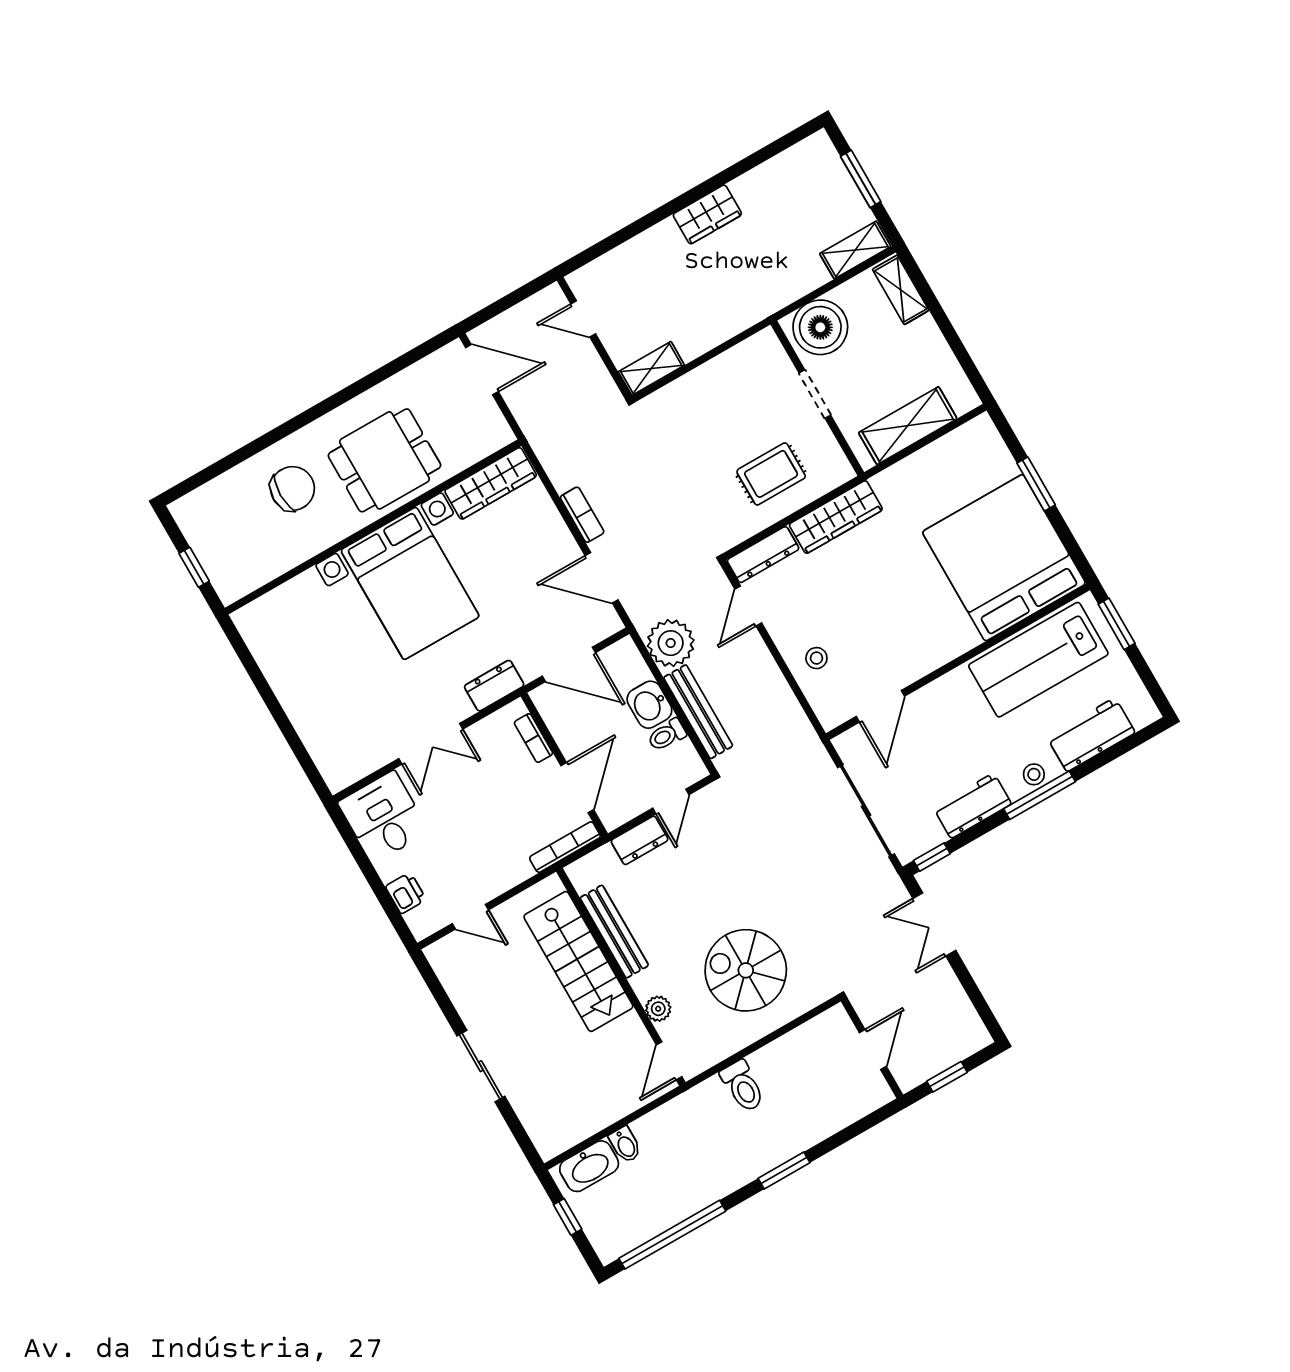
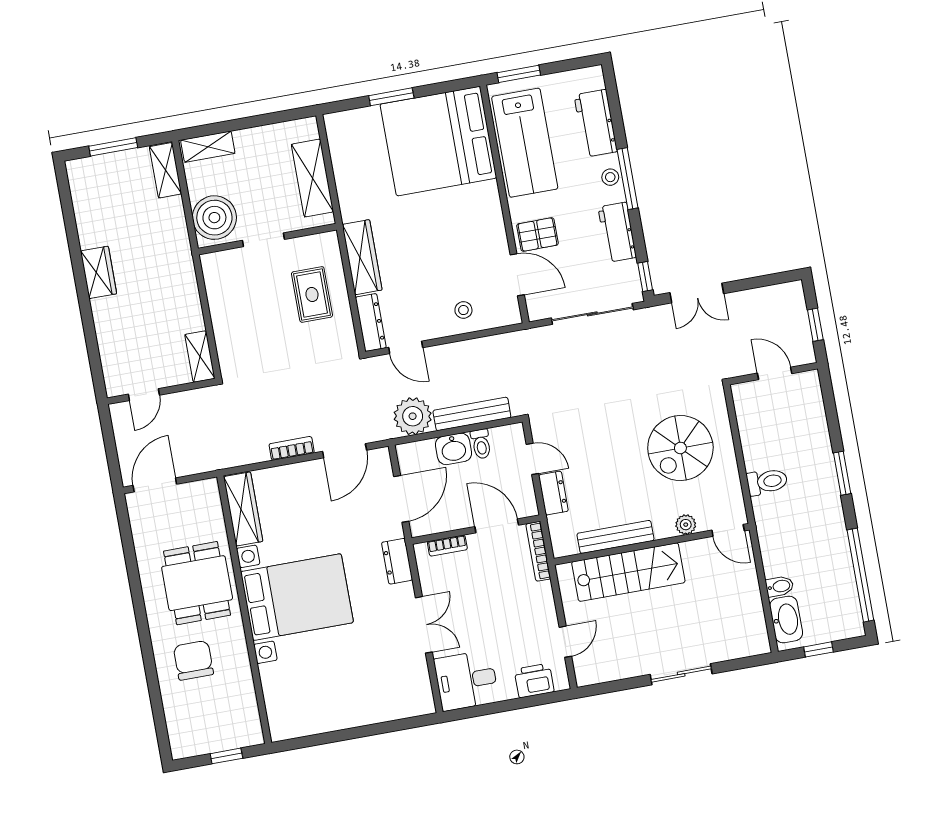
pallet: (936, 713) -> (537, 235), added
printer: (406, 893) -> (534, 681), width x1.36, depth x1.24

